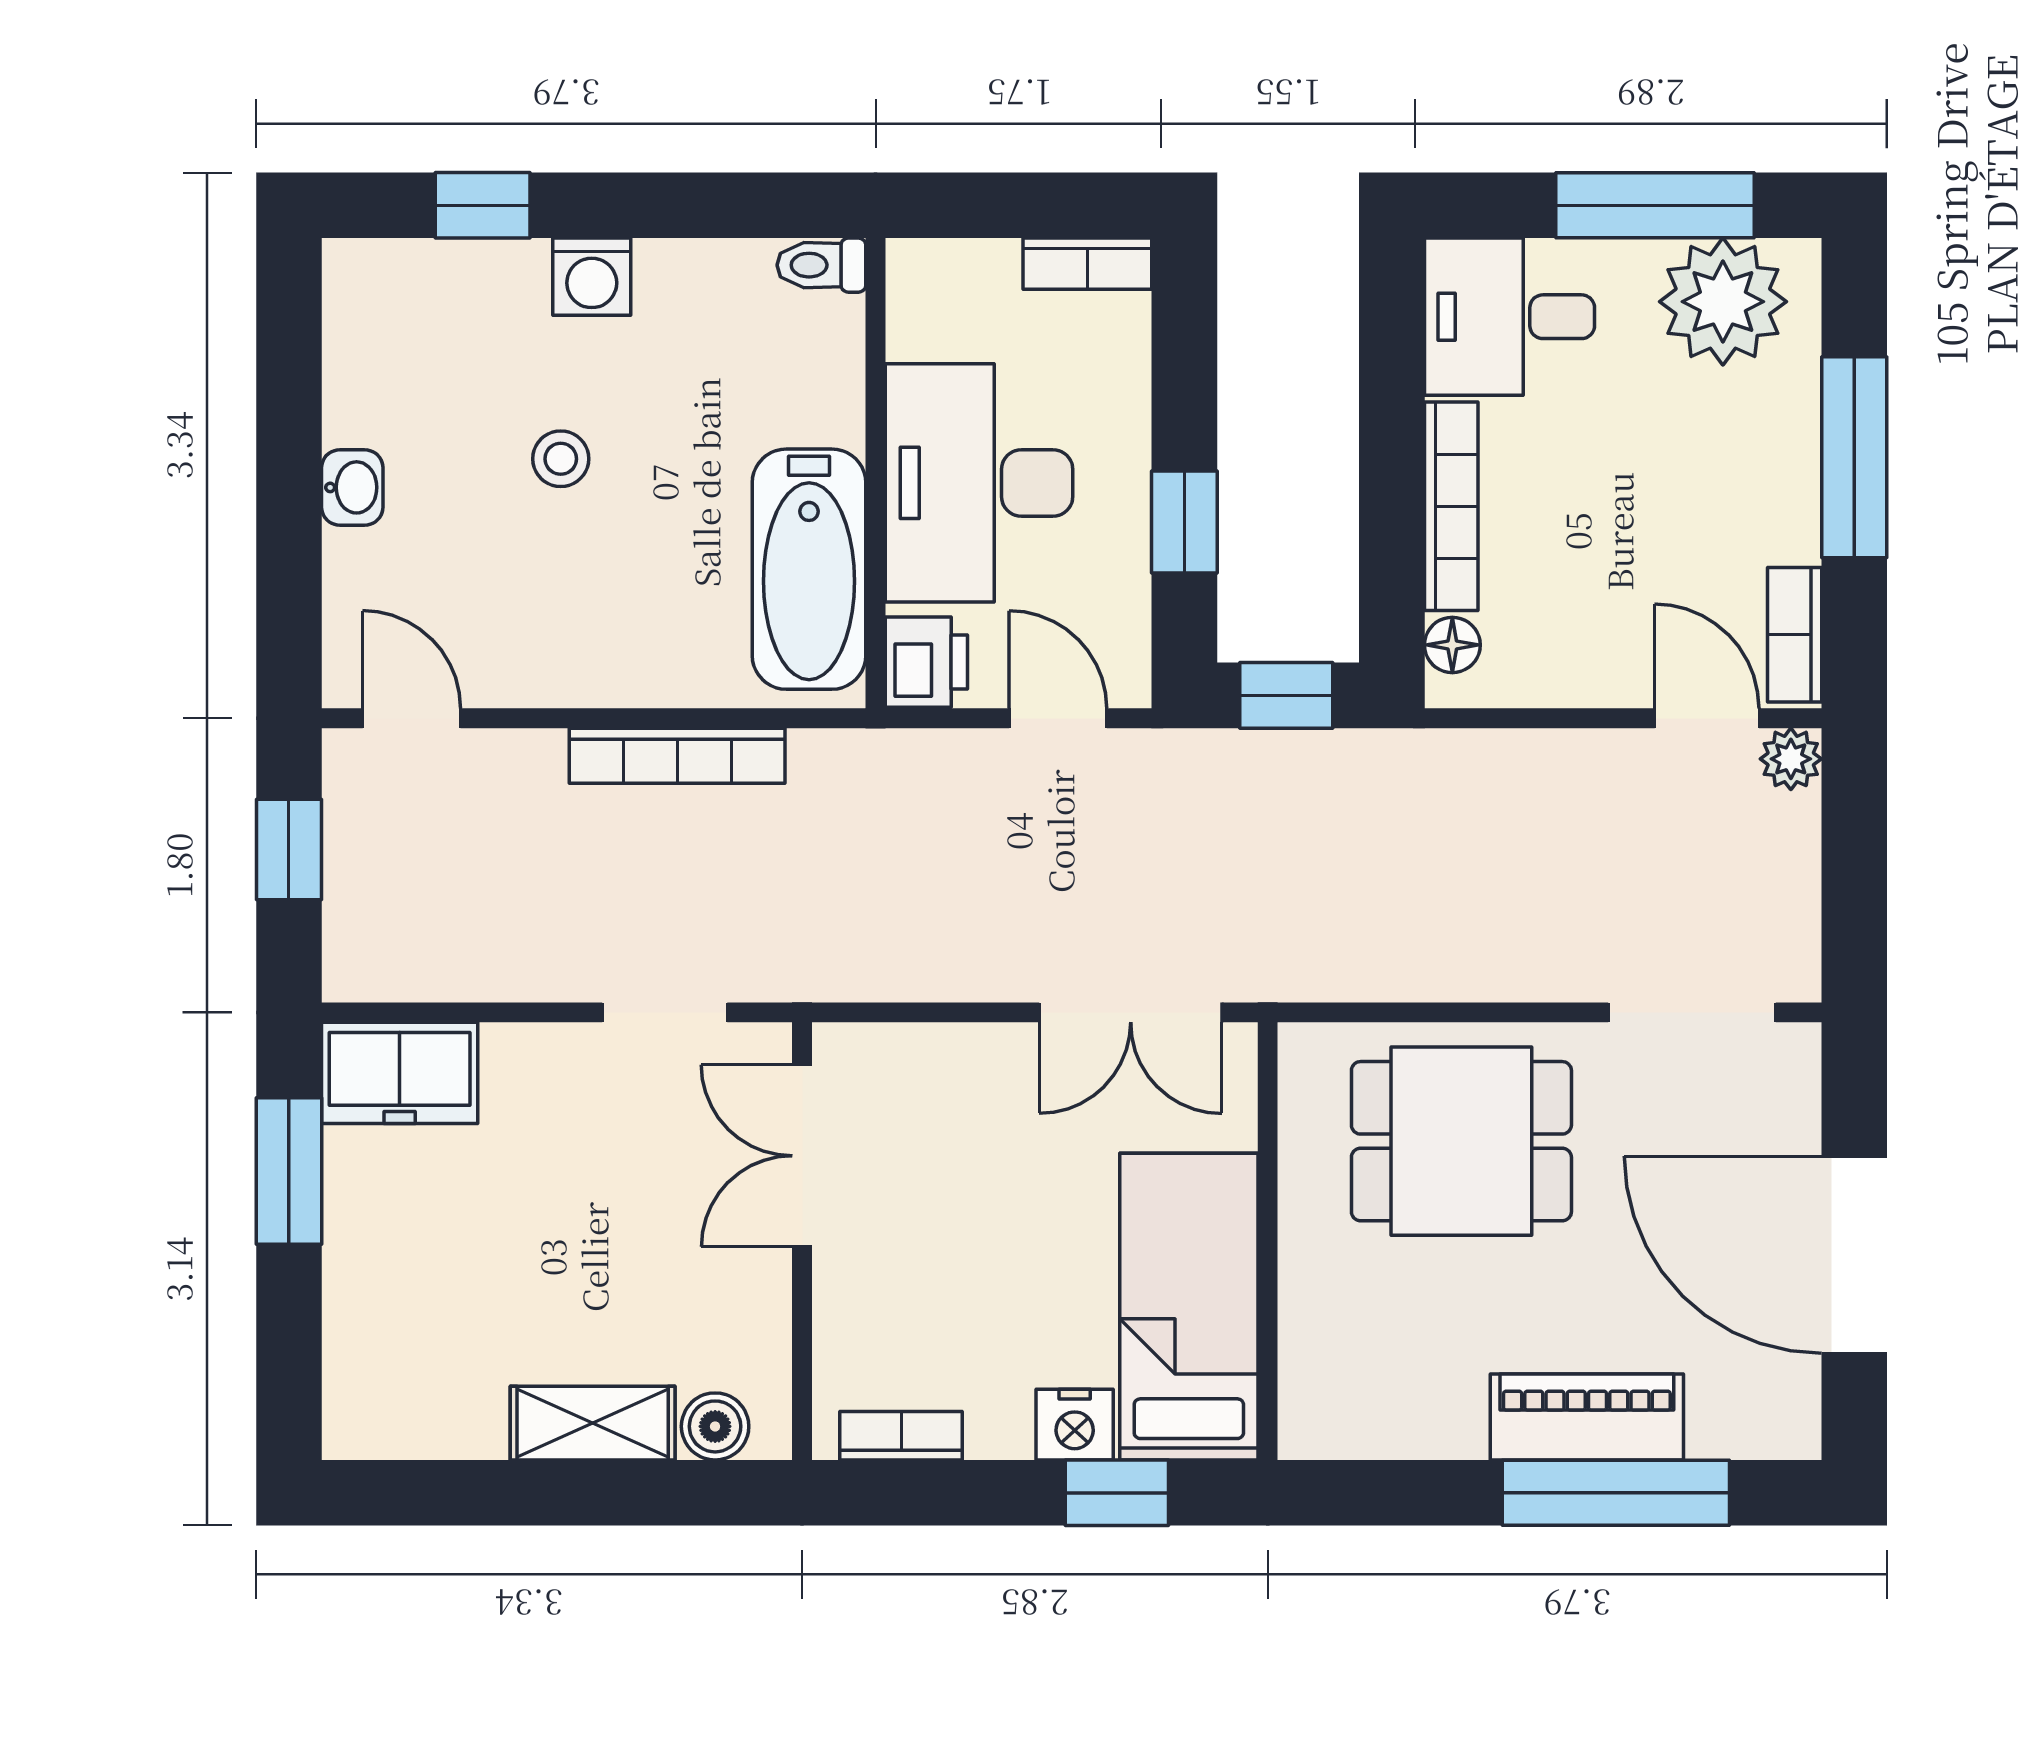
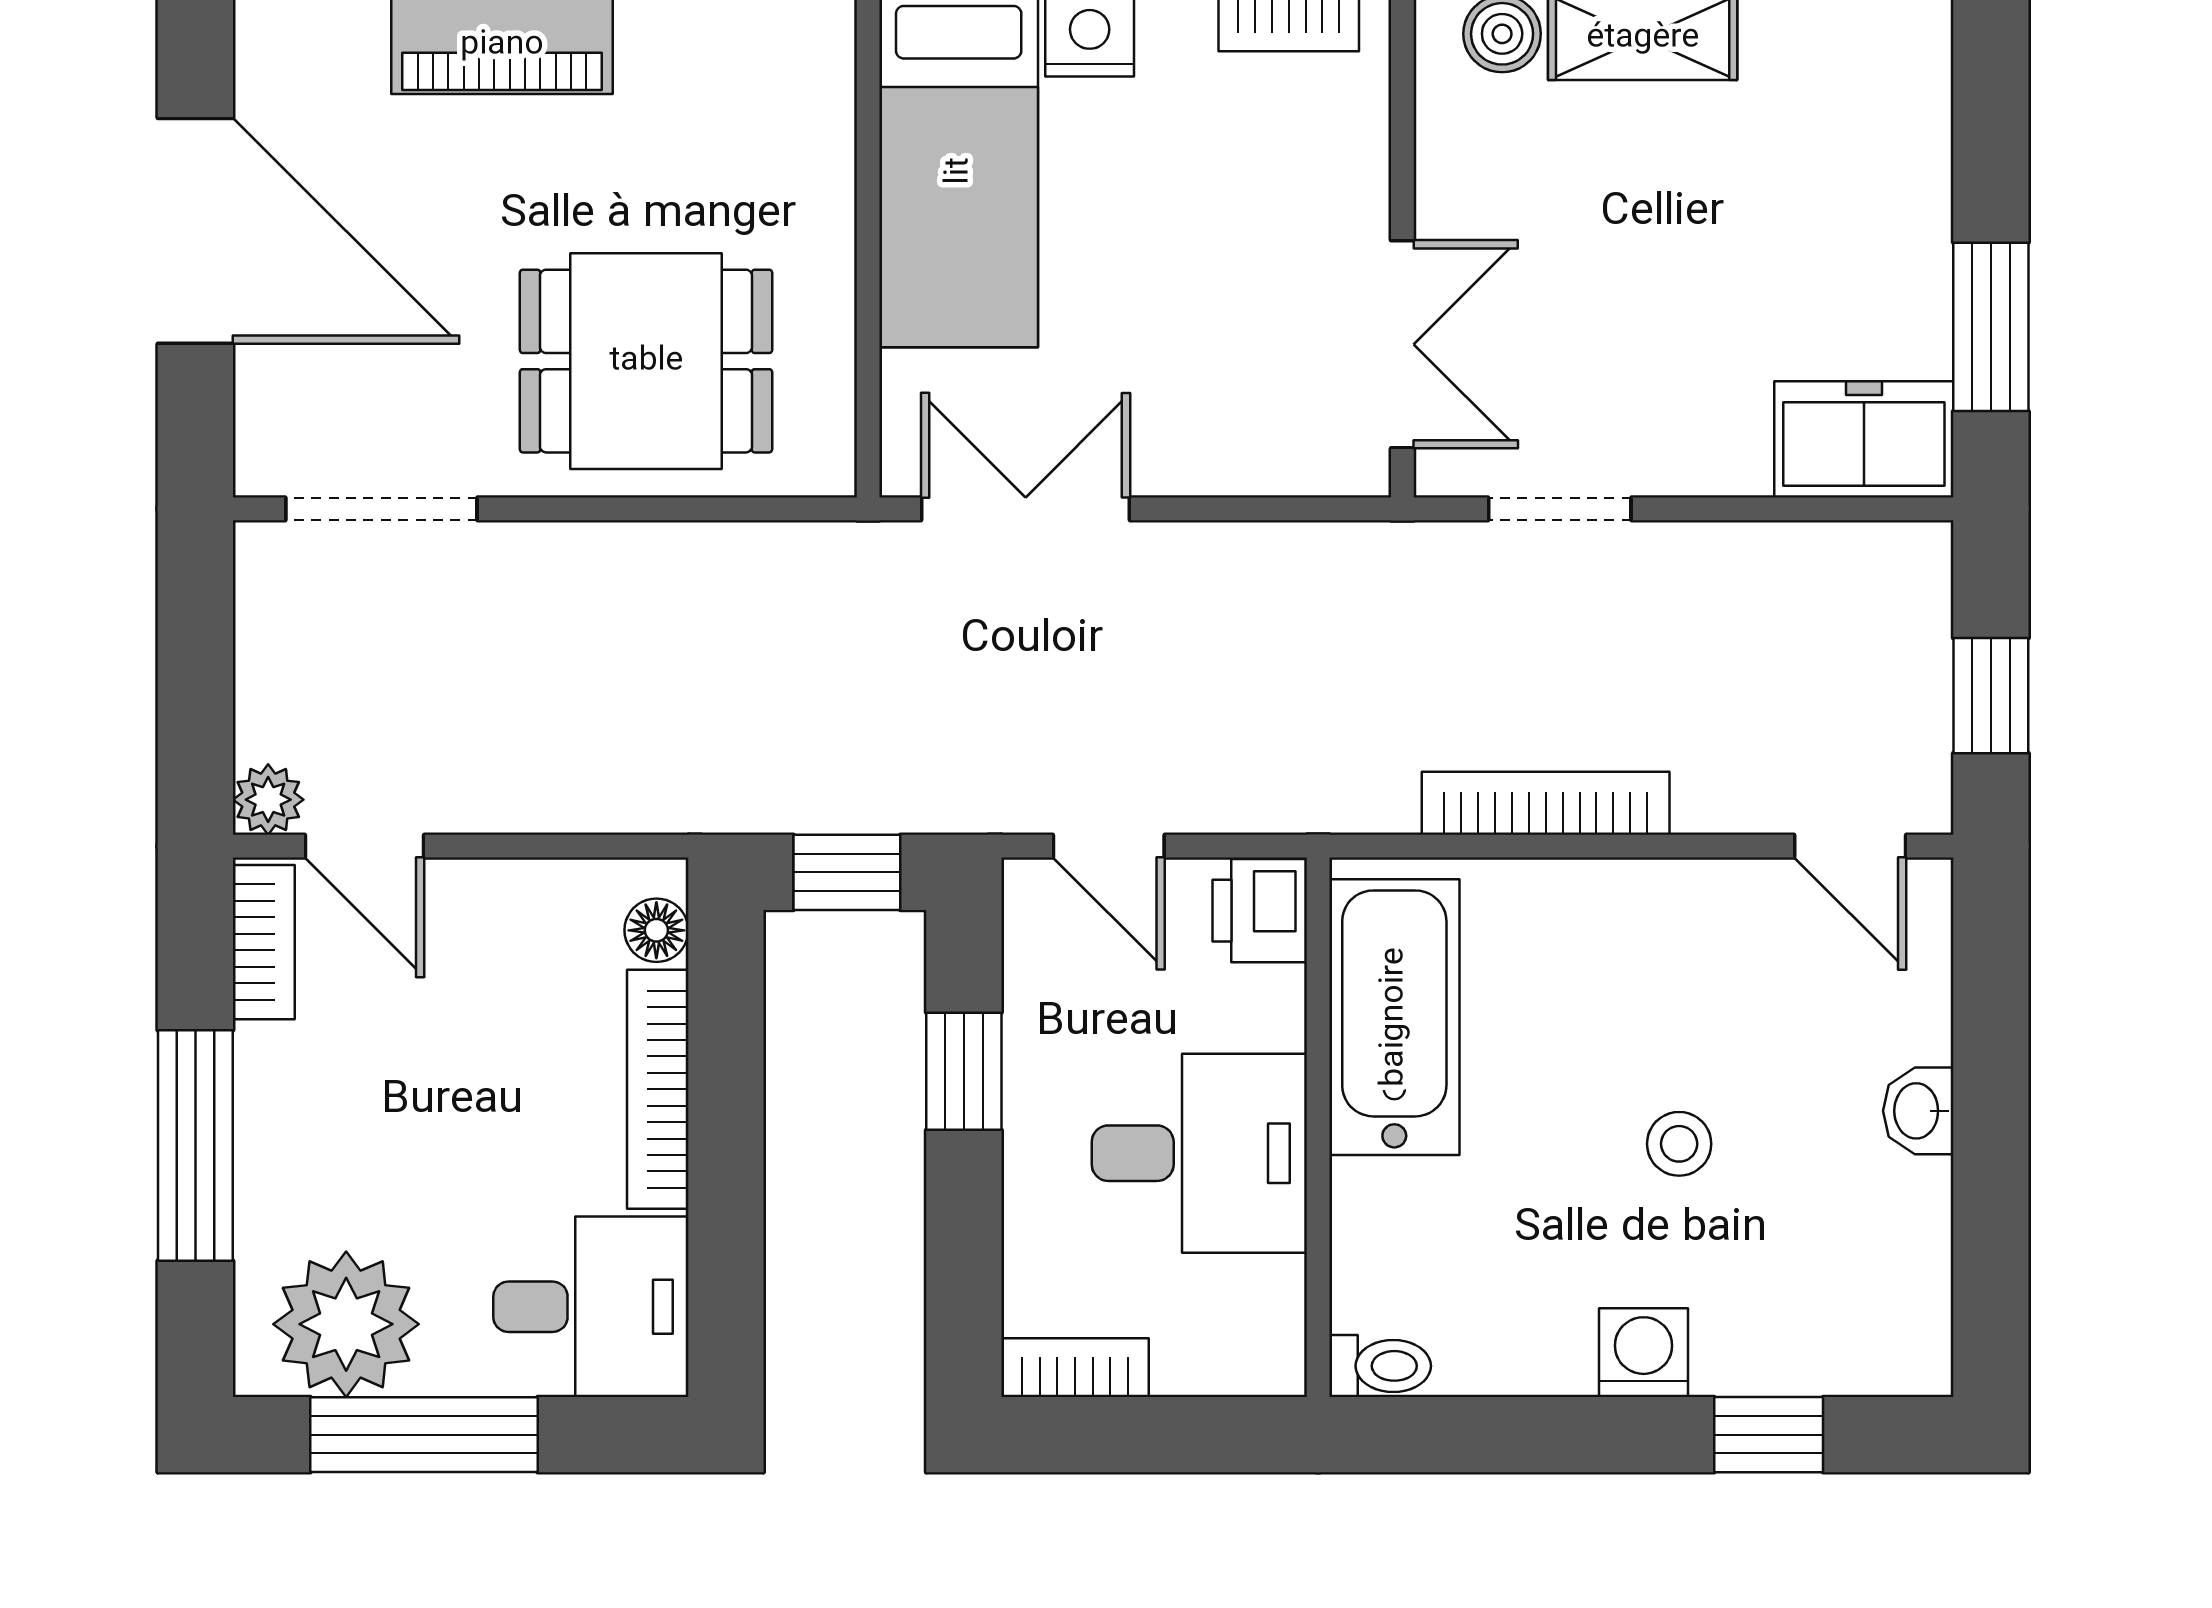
desk: (979, 483) -> (1199, 1153), width x0.73

